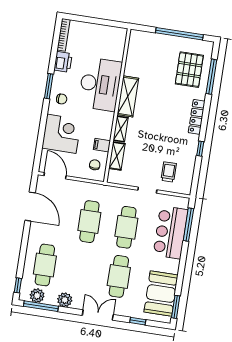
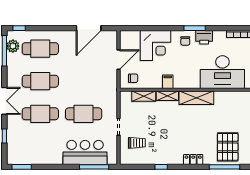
printer: (63, 62) -> (204, 37), moved
pallet: (189, 70) -> (228, 147), turned 90
desk: (100, 84) -> (222, 72), moved
locker: (197, 117) -> (193, 160), width x0.66
filing cabinet: (102, 145) -> (168, 82), moved
door: (55, 176) -> (118, 60), moved
cafe table: (89, 222) -> (40, 81), moved
booth: (161, 294) -> (31, 152), removed
plant: (65, 300) -> (13, 70), removed

